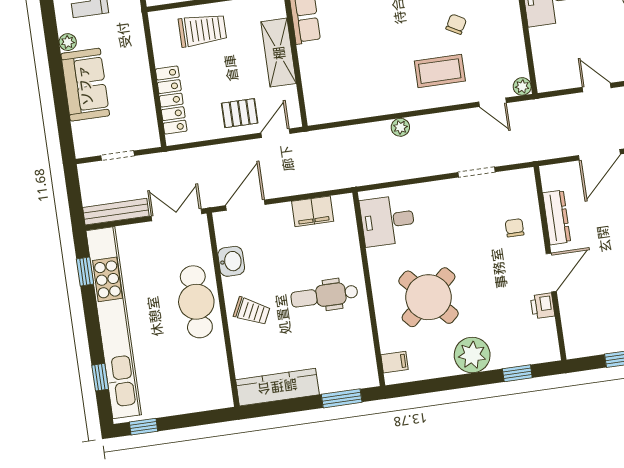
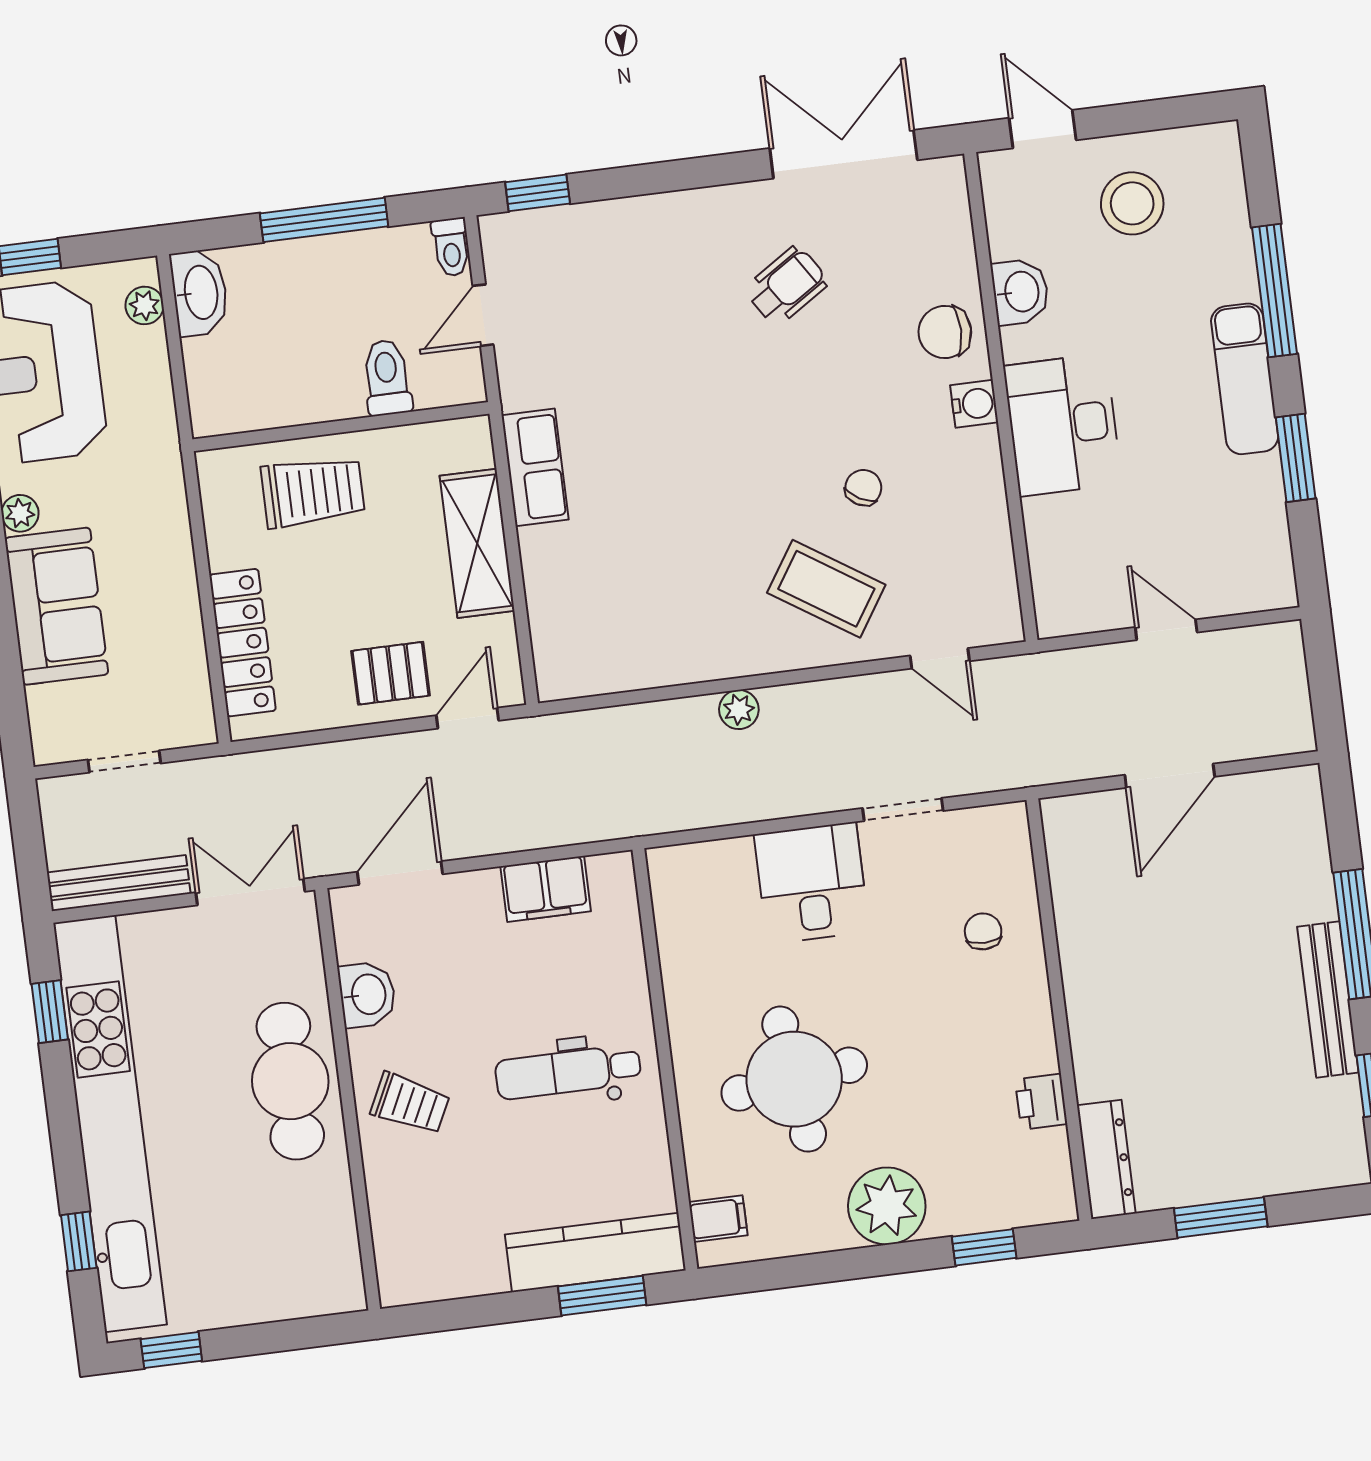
coffee table: (440, 71) -> (826, 589), turned 33
plant: (522, 86) -> (1005, 625), removed
dresser: (557, 217) -> (1106, 1159), moved
desk: (388, 221) -> (812, 883), moved, turned 90
door: (551, 272) -> (1061, 1029), removed
round table: (429, 297) -> (794, 1079), turned 35
kitchen counter: (277, 387) -> (595, 1252), moved

